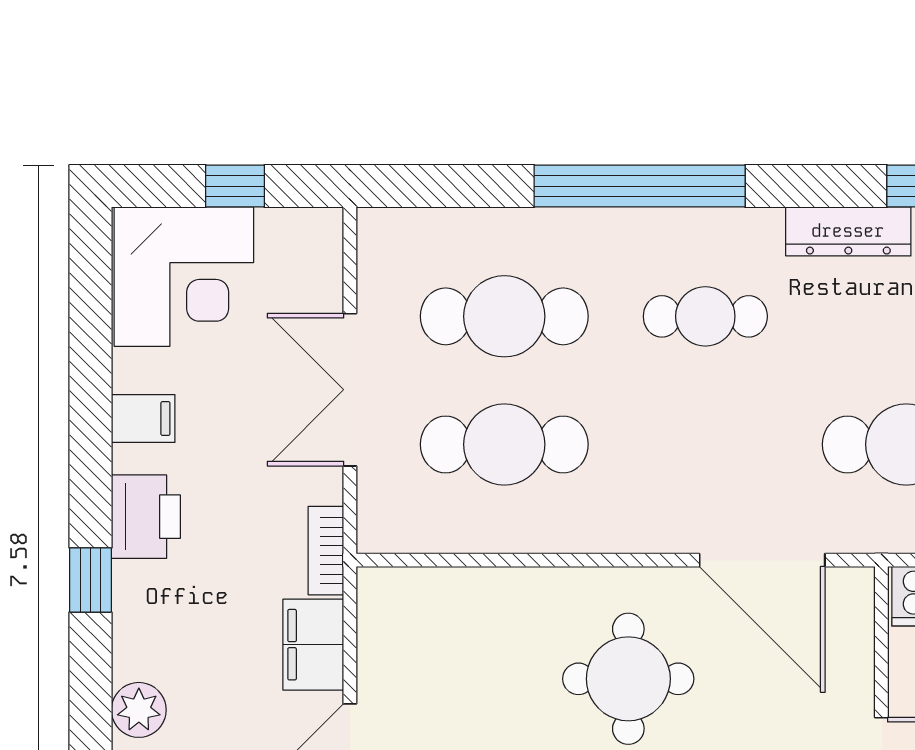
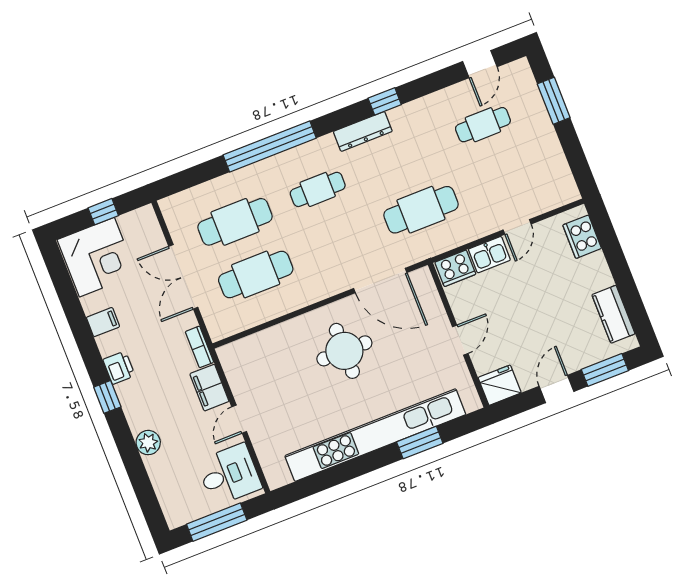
printer: (146, 517) -> (119, 368), width x0.73, depth x0.81

